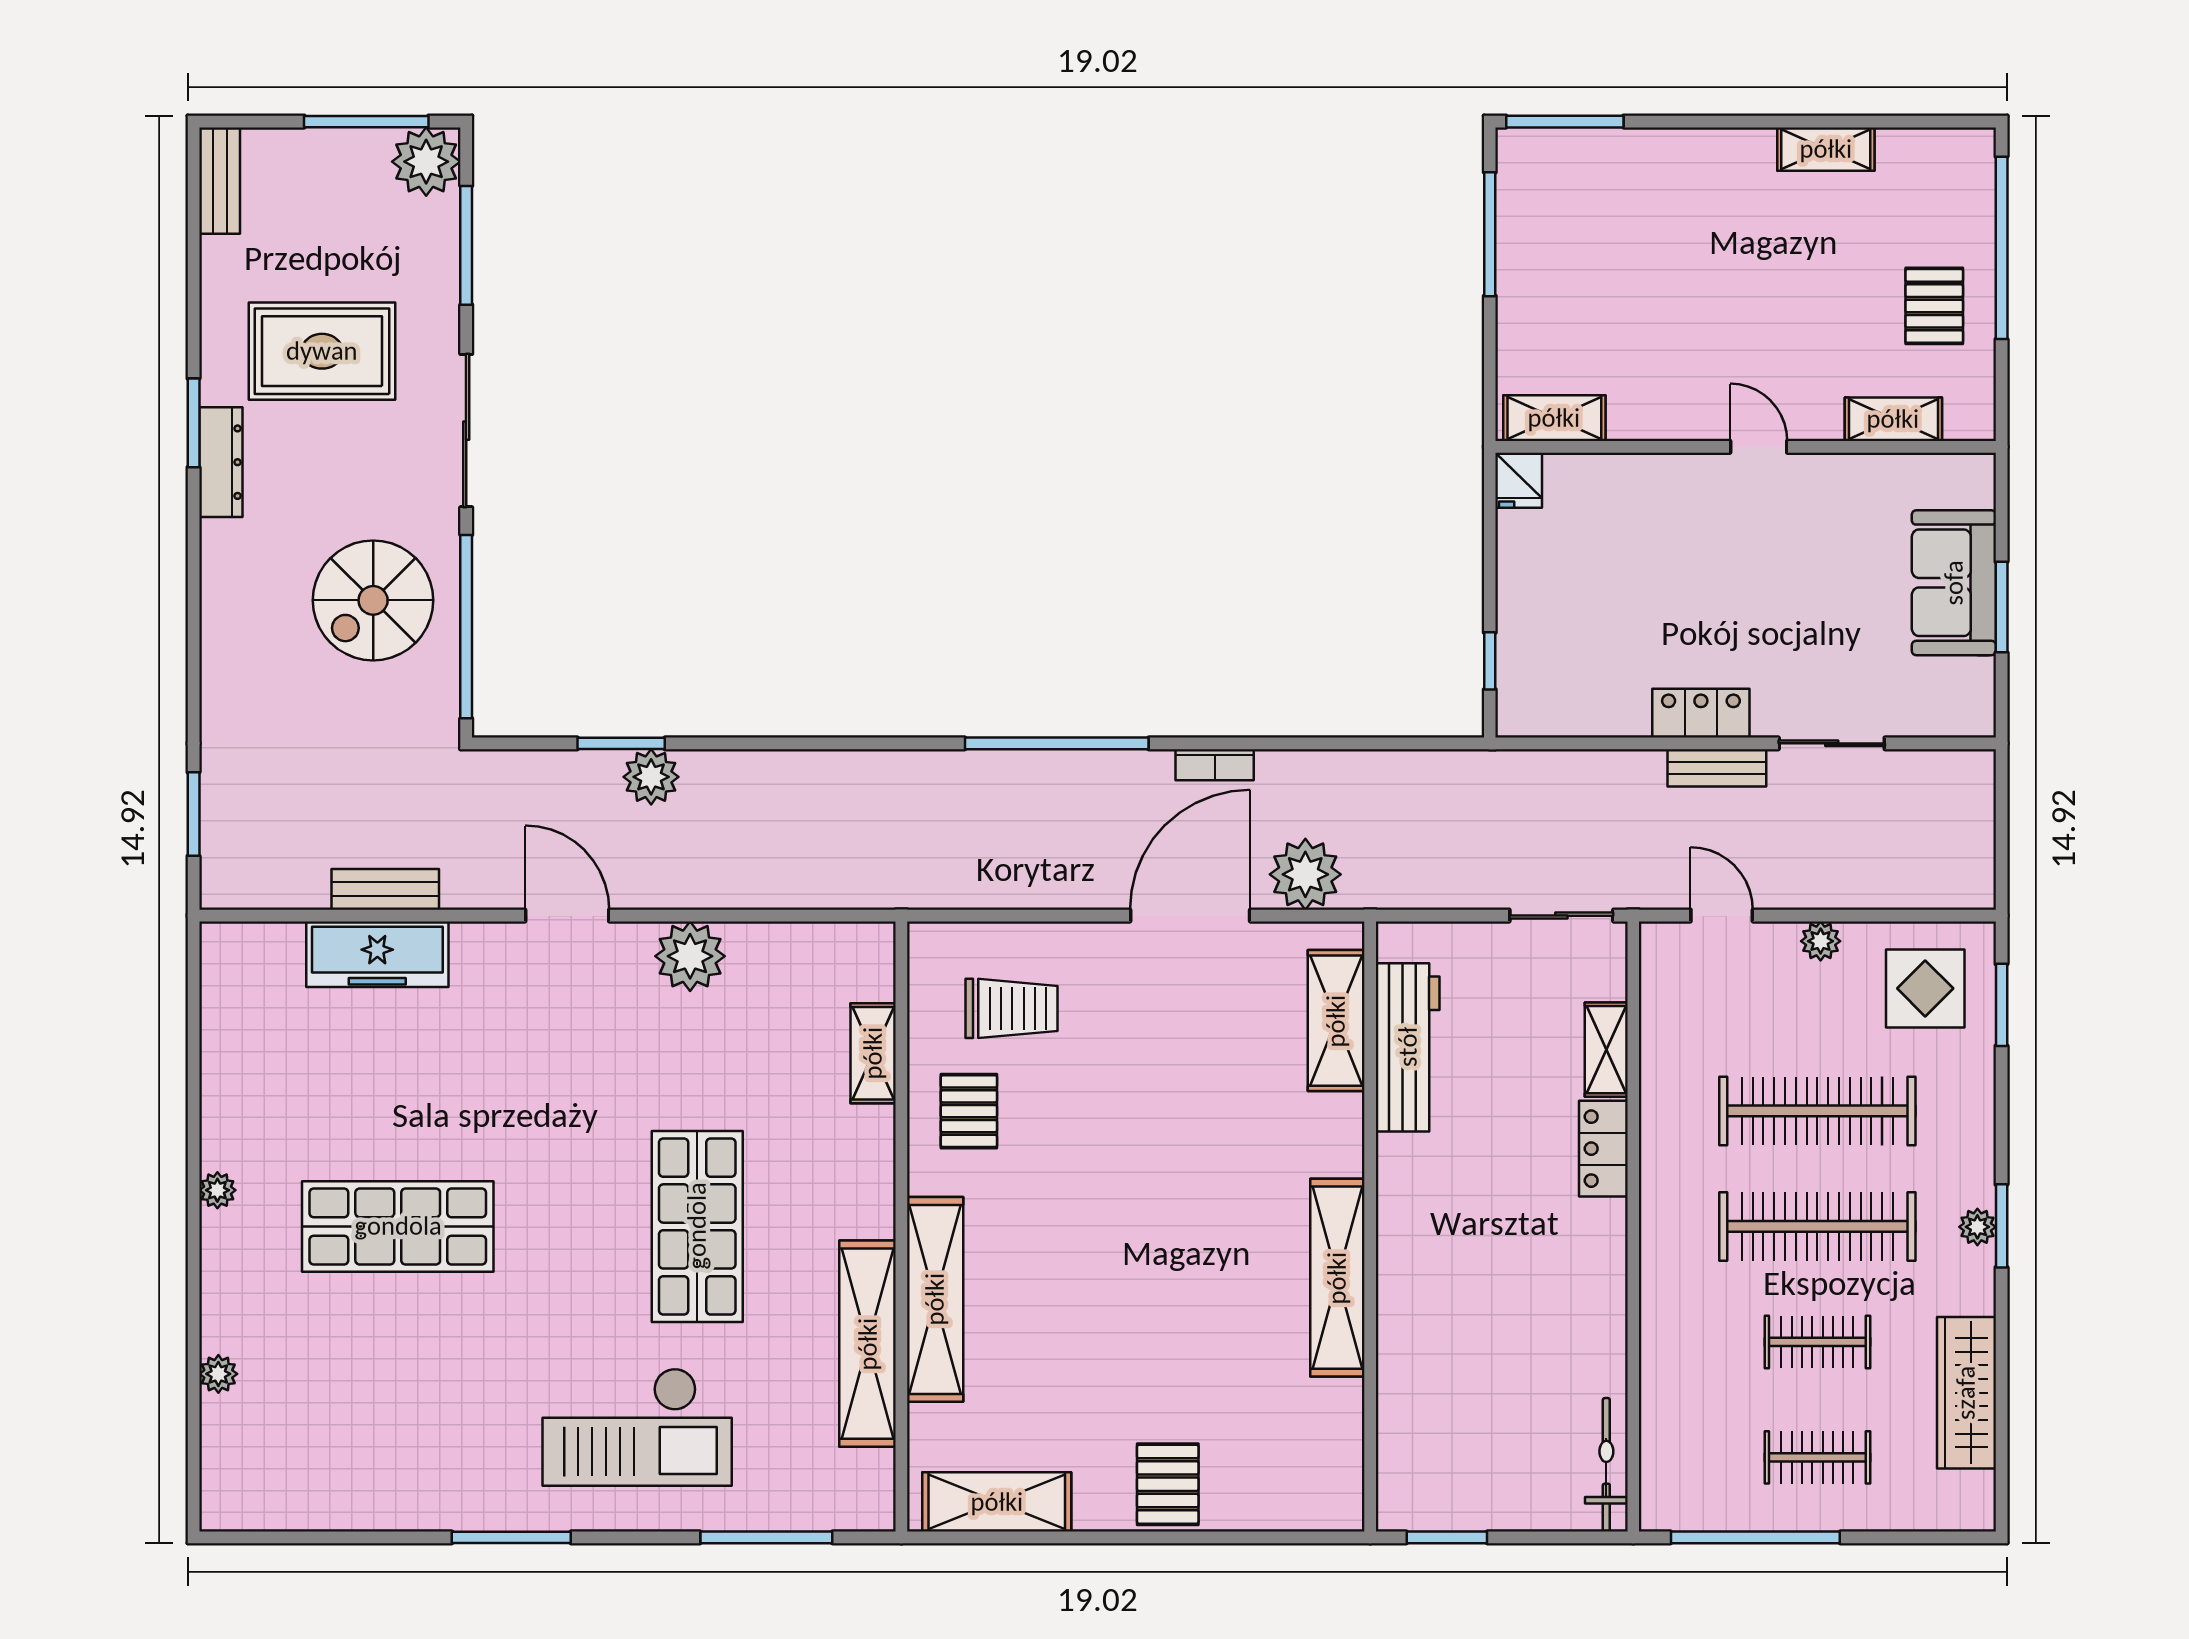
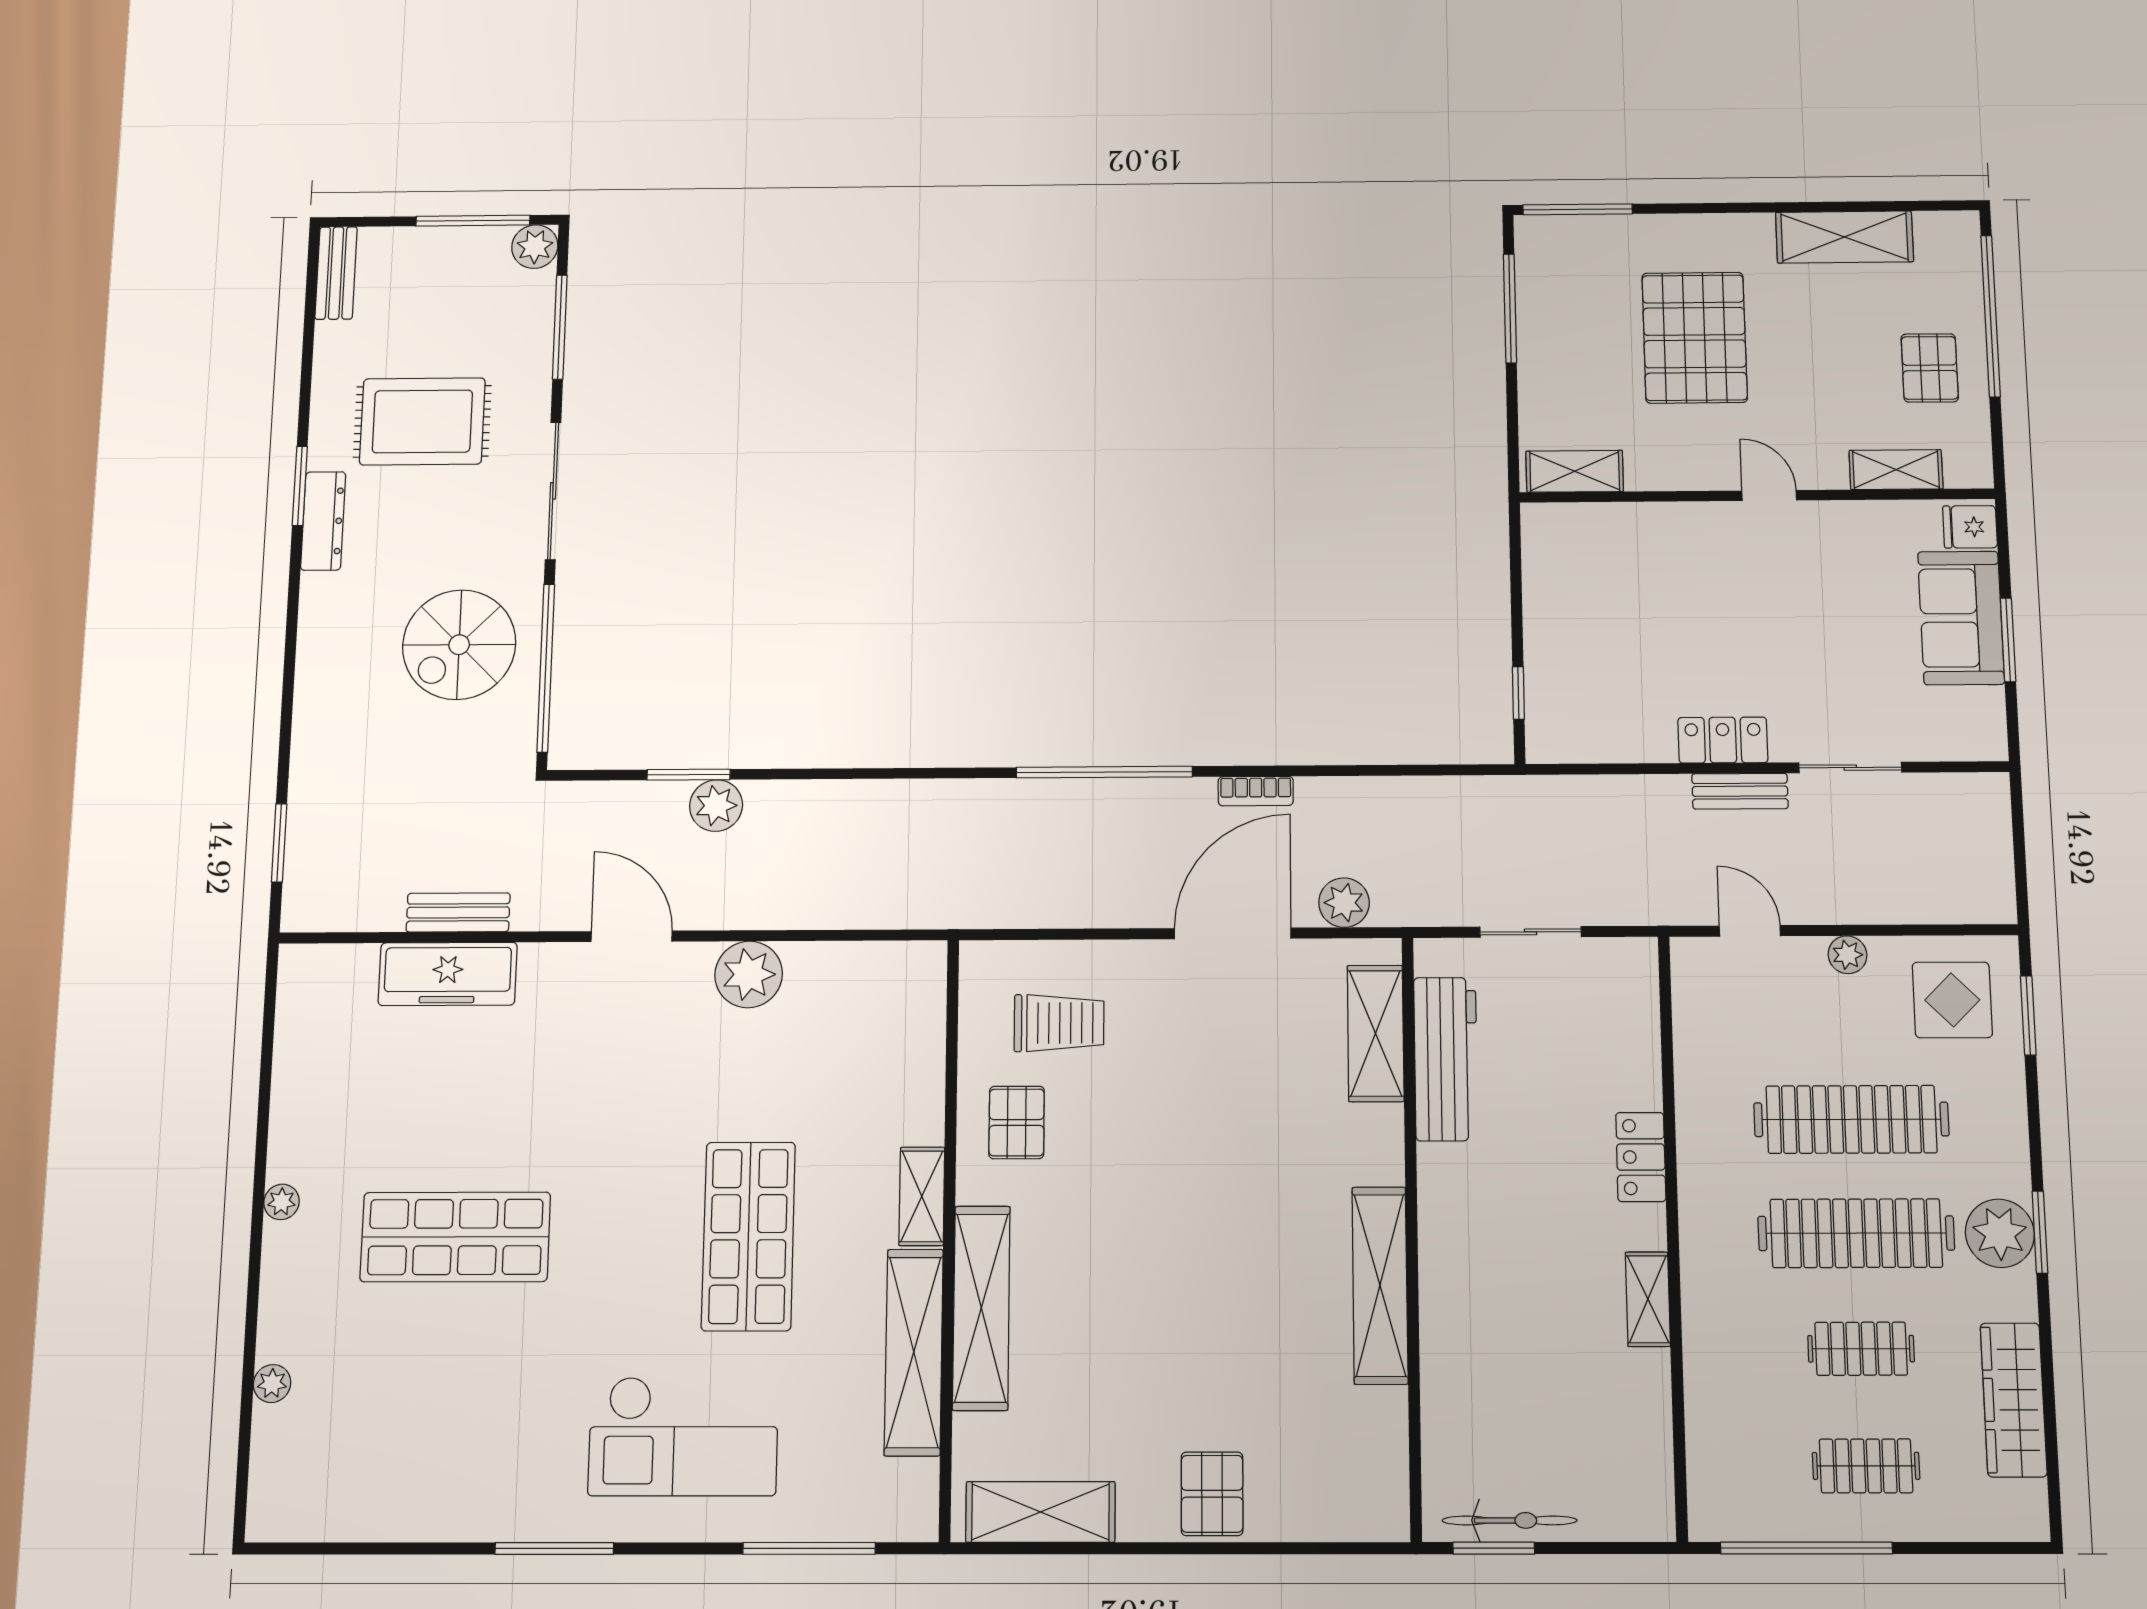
shelving: (1826, 149) -> (1844, 237), width x1.50, depth x1.33
plant: (426, 162) -> (535, 247), width x0.73, depth x0.73
pallet: (1686, 269) -> (1695, 338), added
fridge: (1519, 480) -> (1970, 527), moved, turned 90
plant: (1305, 874) -> (1344, 903), width x0.73, depth x0.73
sliding door: (1561, 916) -> (1531, 932), moved
shelving: (1606, 1050) -> (1648, 1299), moved
shelving: (873, 1053) -> (922, 1196), moved
plant: (1977, 1227) -> (2000, 1233), width x1.88, depth x1.88
bicycle: (1606, 1465) -> (1510, 1520), moved, turned 90

